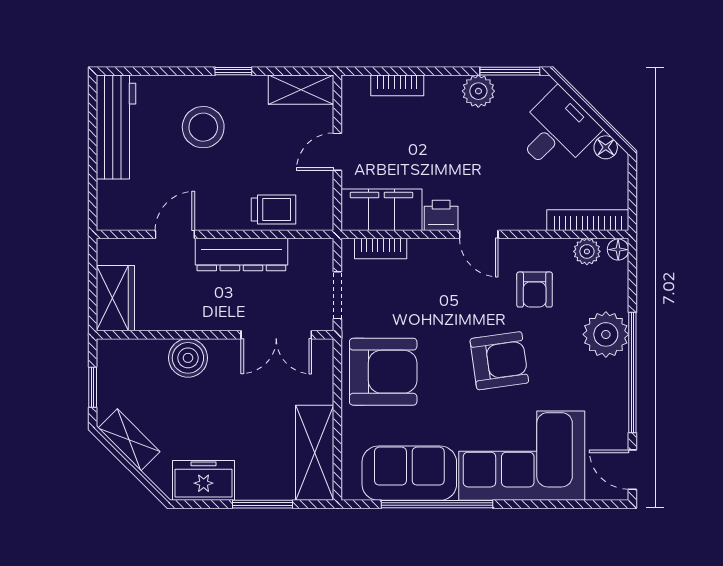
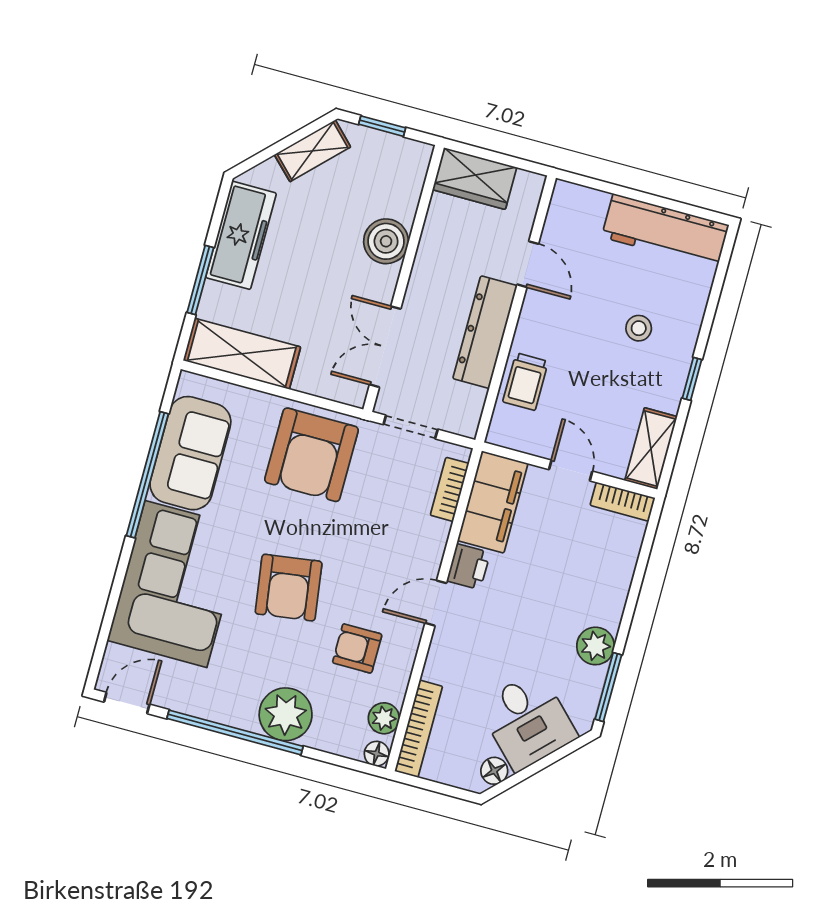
bookcase: (397, 85) -> (623, 502), moved, turned -90
stool: (203, 127) -> (639, 328), width x0.53, depth x0.53
freezer: (204, 480) -> (241, 235), width x1.40

